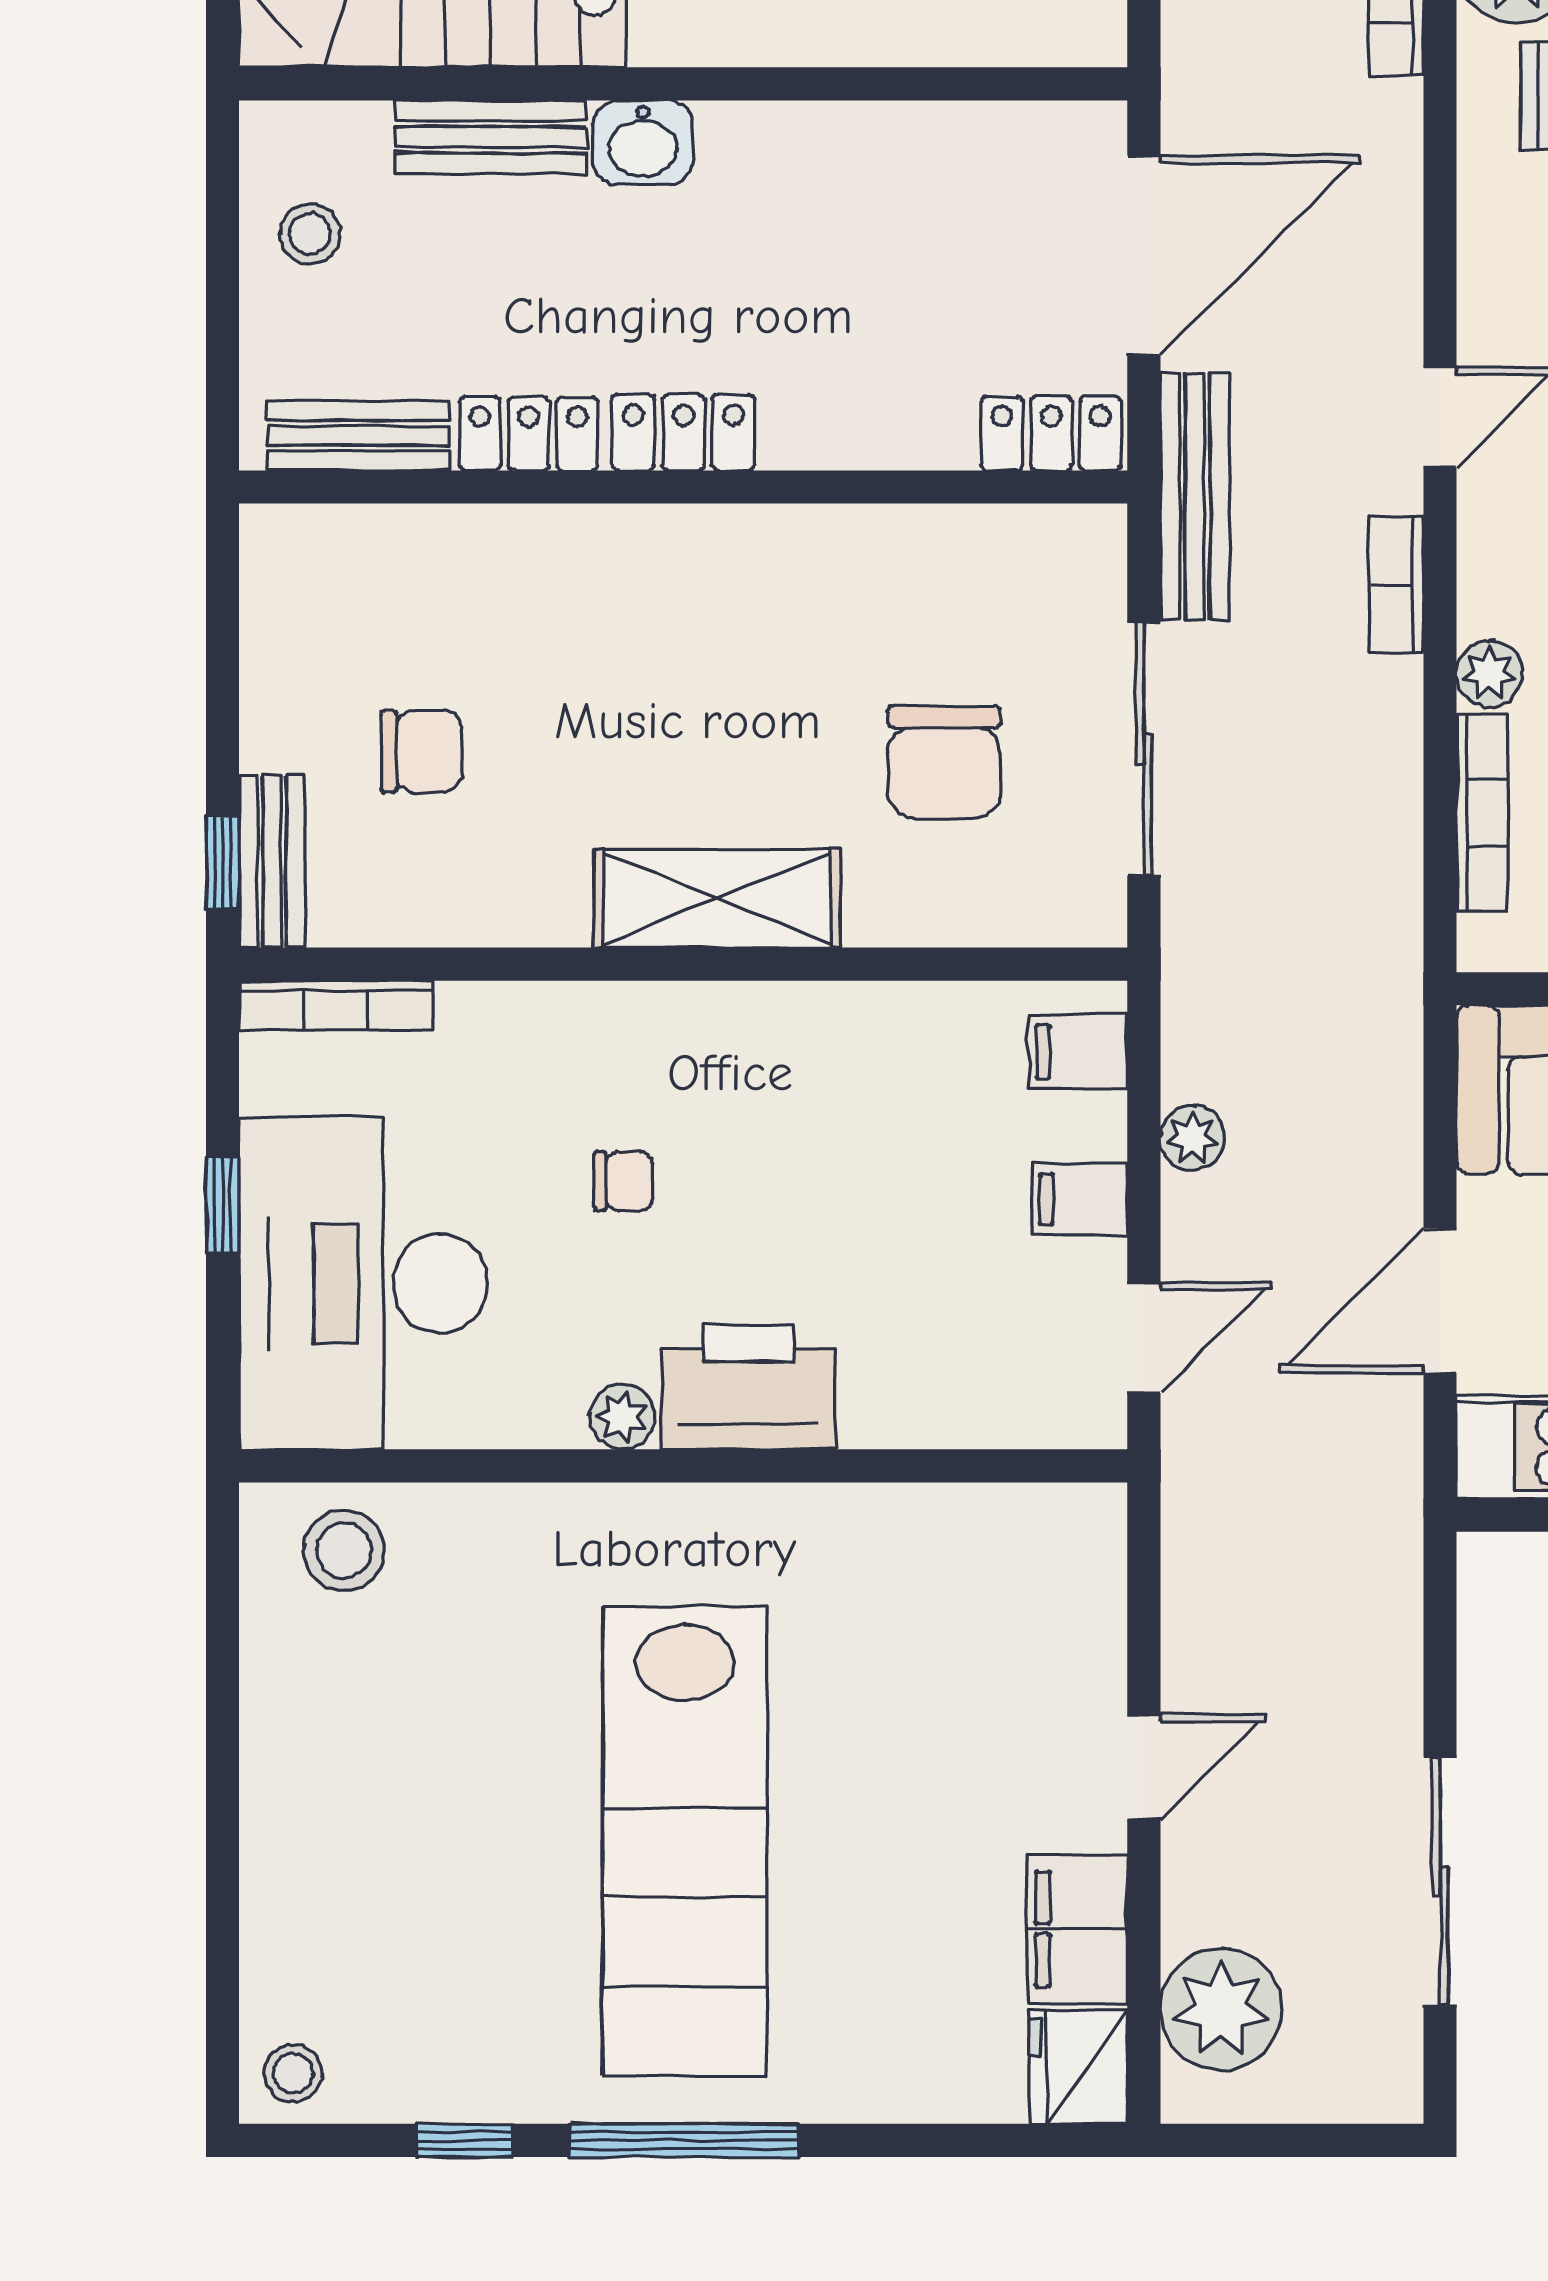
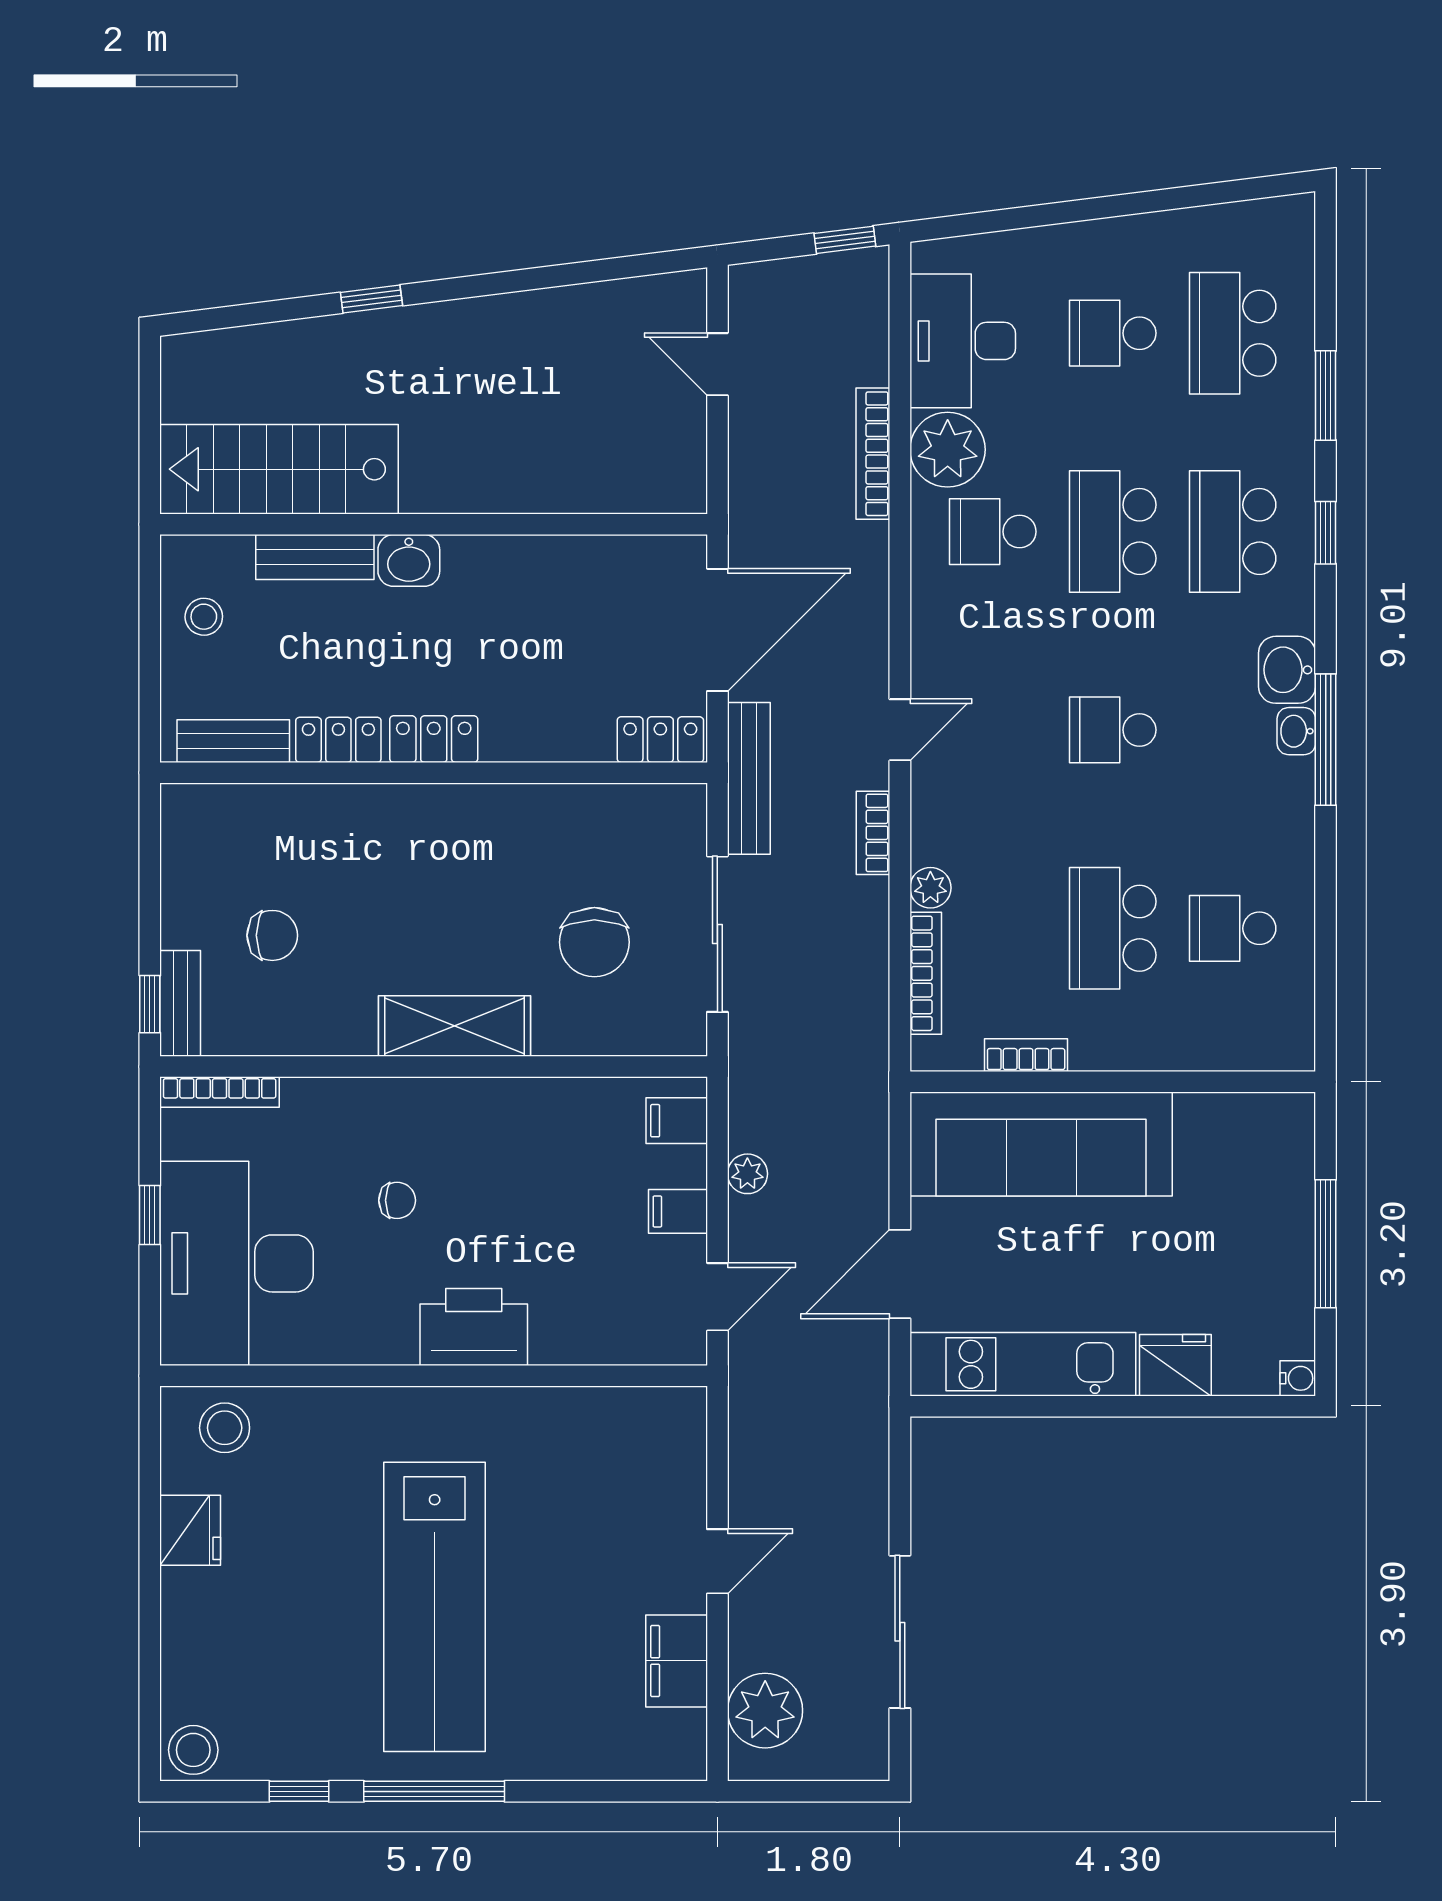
plant: (622, 1417) -> (396, 1346), removed
fridge: (1078, 2067) -> (190, 1530), moved, turned 180
stool: (293, 2073) -> (193, 1750), width x1.37, depth x1.37

